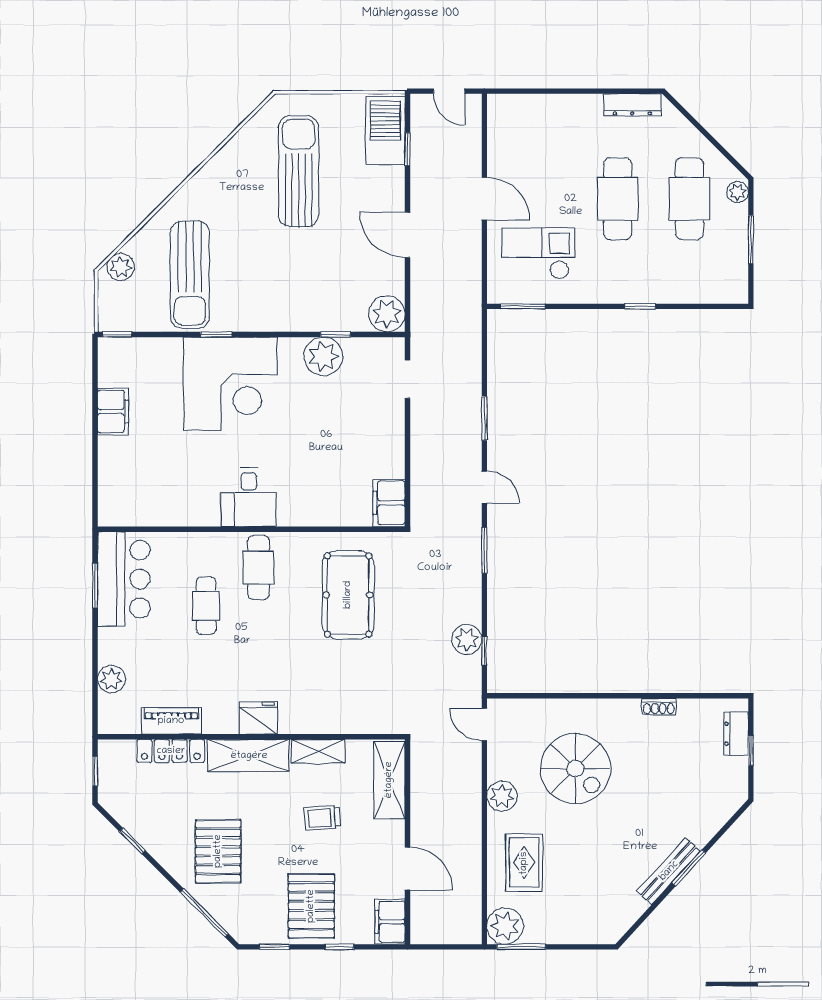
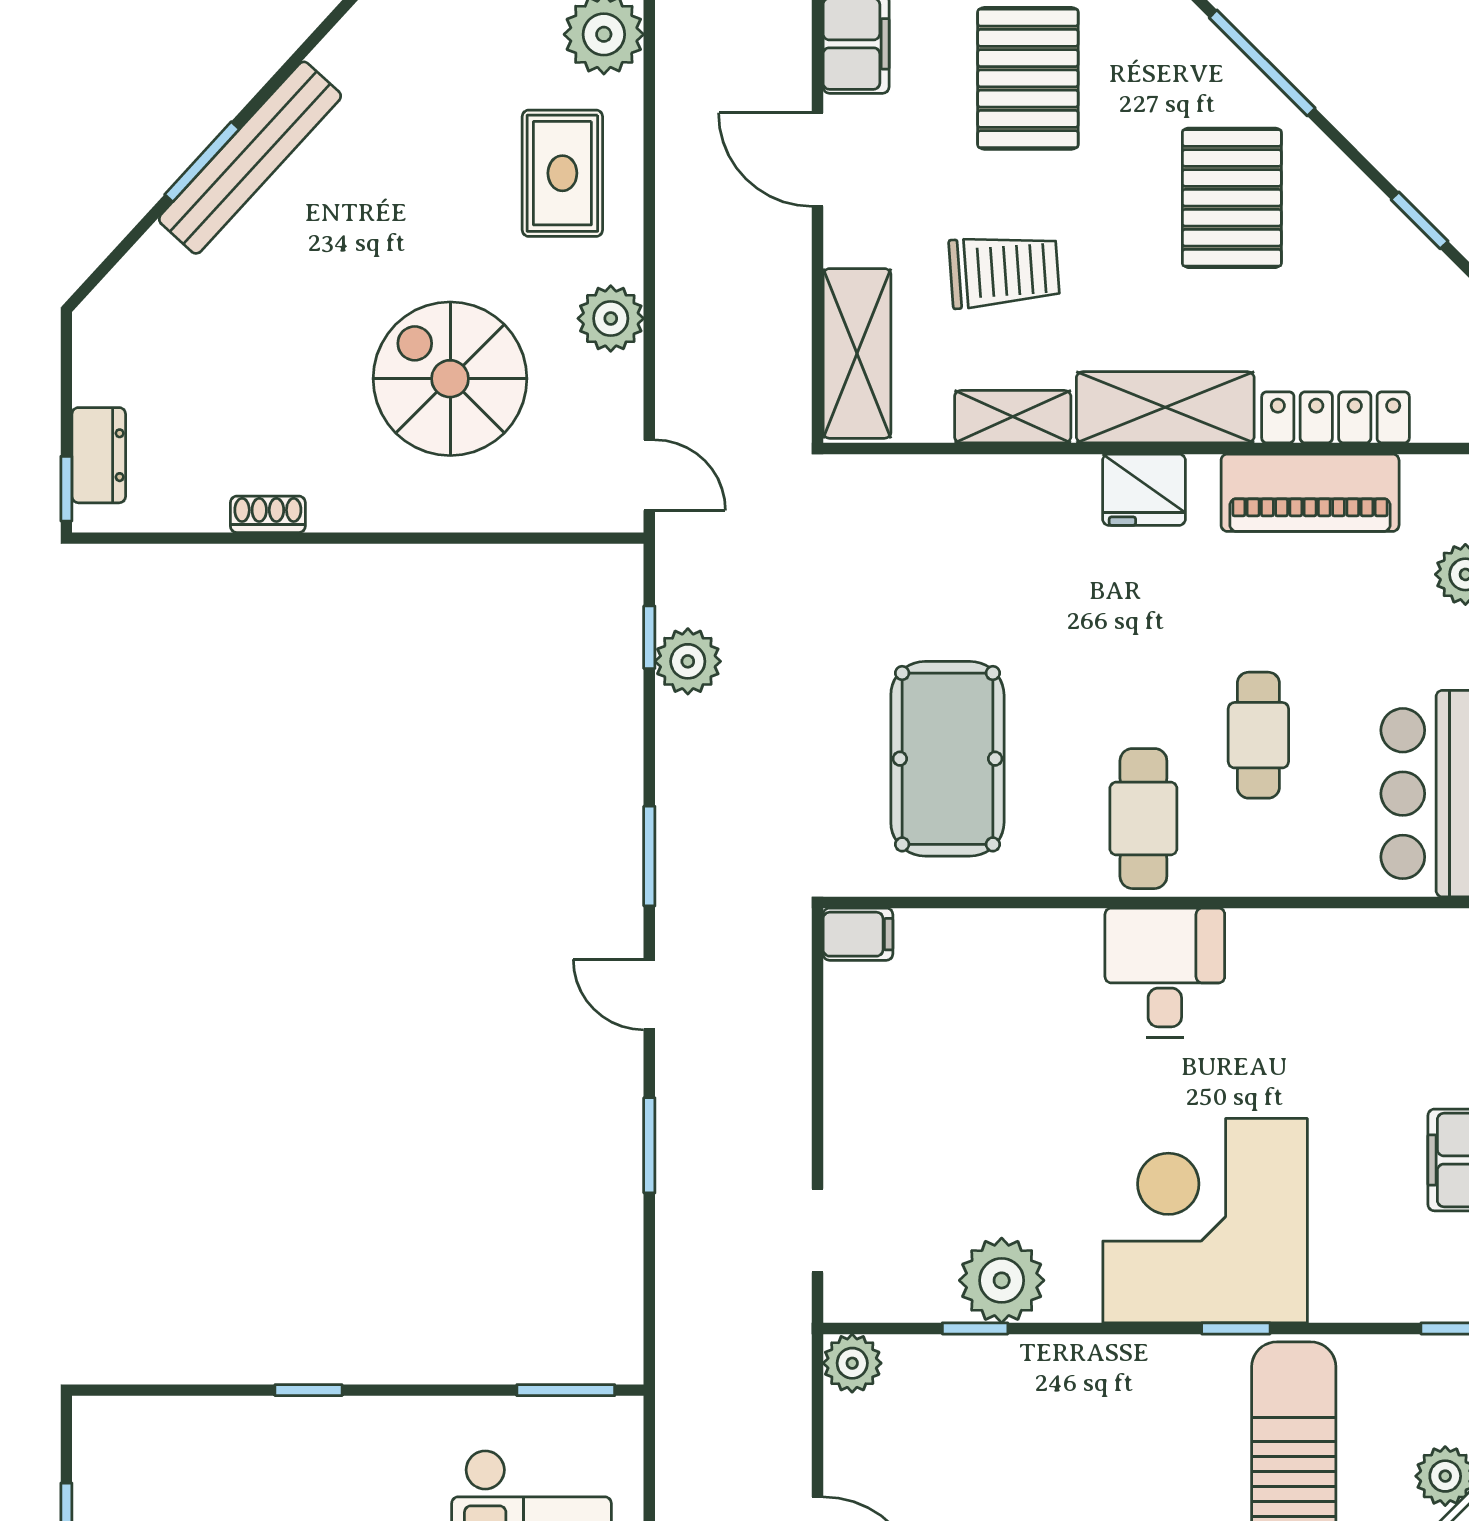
plant: (387, 314) -> (852, 1363), width x0.73, depth x0.73
filing cabinet: (389, 503) -> (858, 934), width x0.50
piano: (171, 721) -> (1310, 493), width x1.37, depth x1.33
window: (751, 751) -> (66, 489), moved
trolley: (322, 818) -> (1004, 271), width x1.36, depth x1.39
bench: (669, 871) -> (250, 158), width x1.37, depth x1.21

